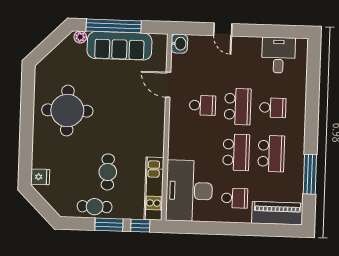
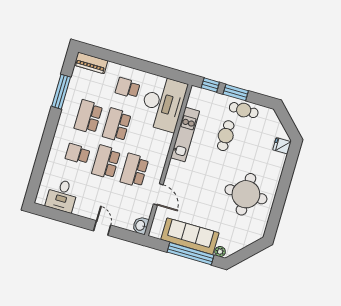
school desk: (203, 105) -> (134, 170), width x1.85
kitchen unit: (154, 189) -> (185, 134), moved
piano: (277, 213) -> (91, 63), width x0.73, depth x0.75

